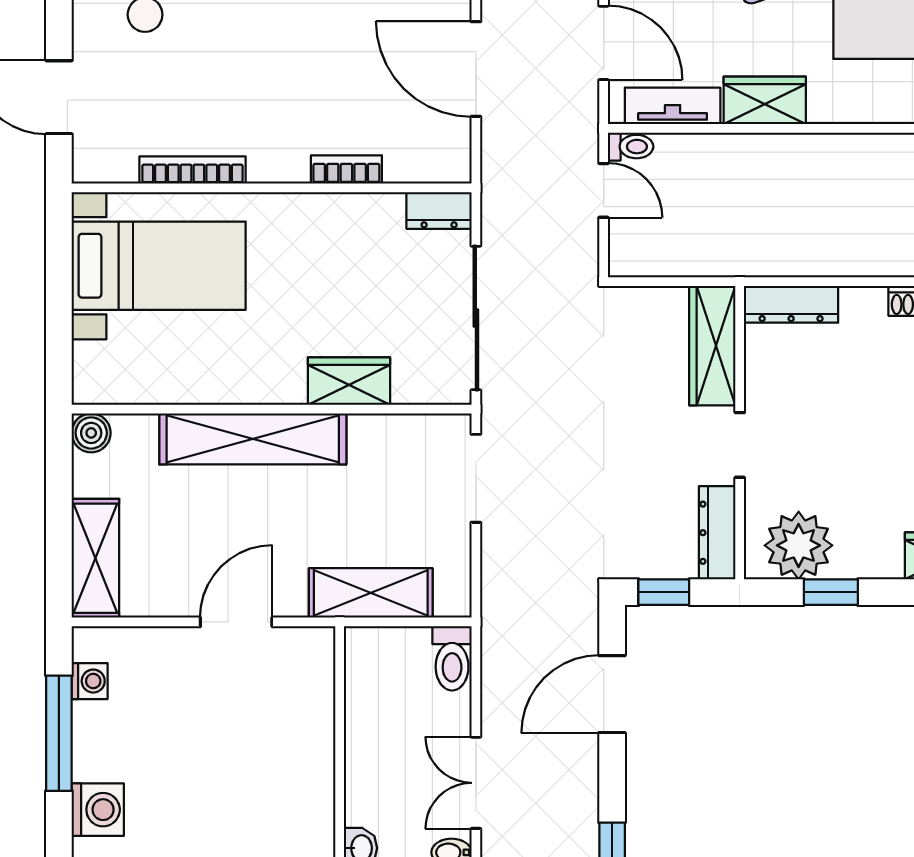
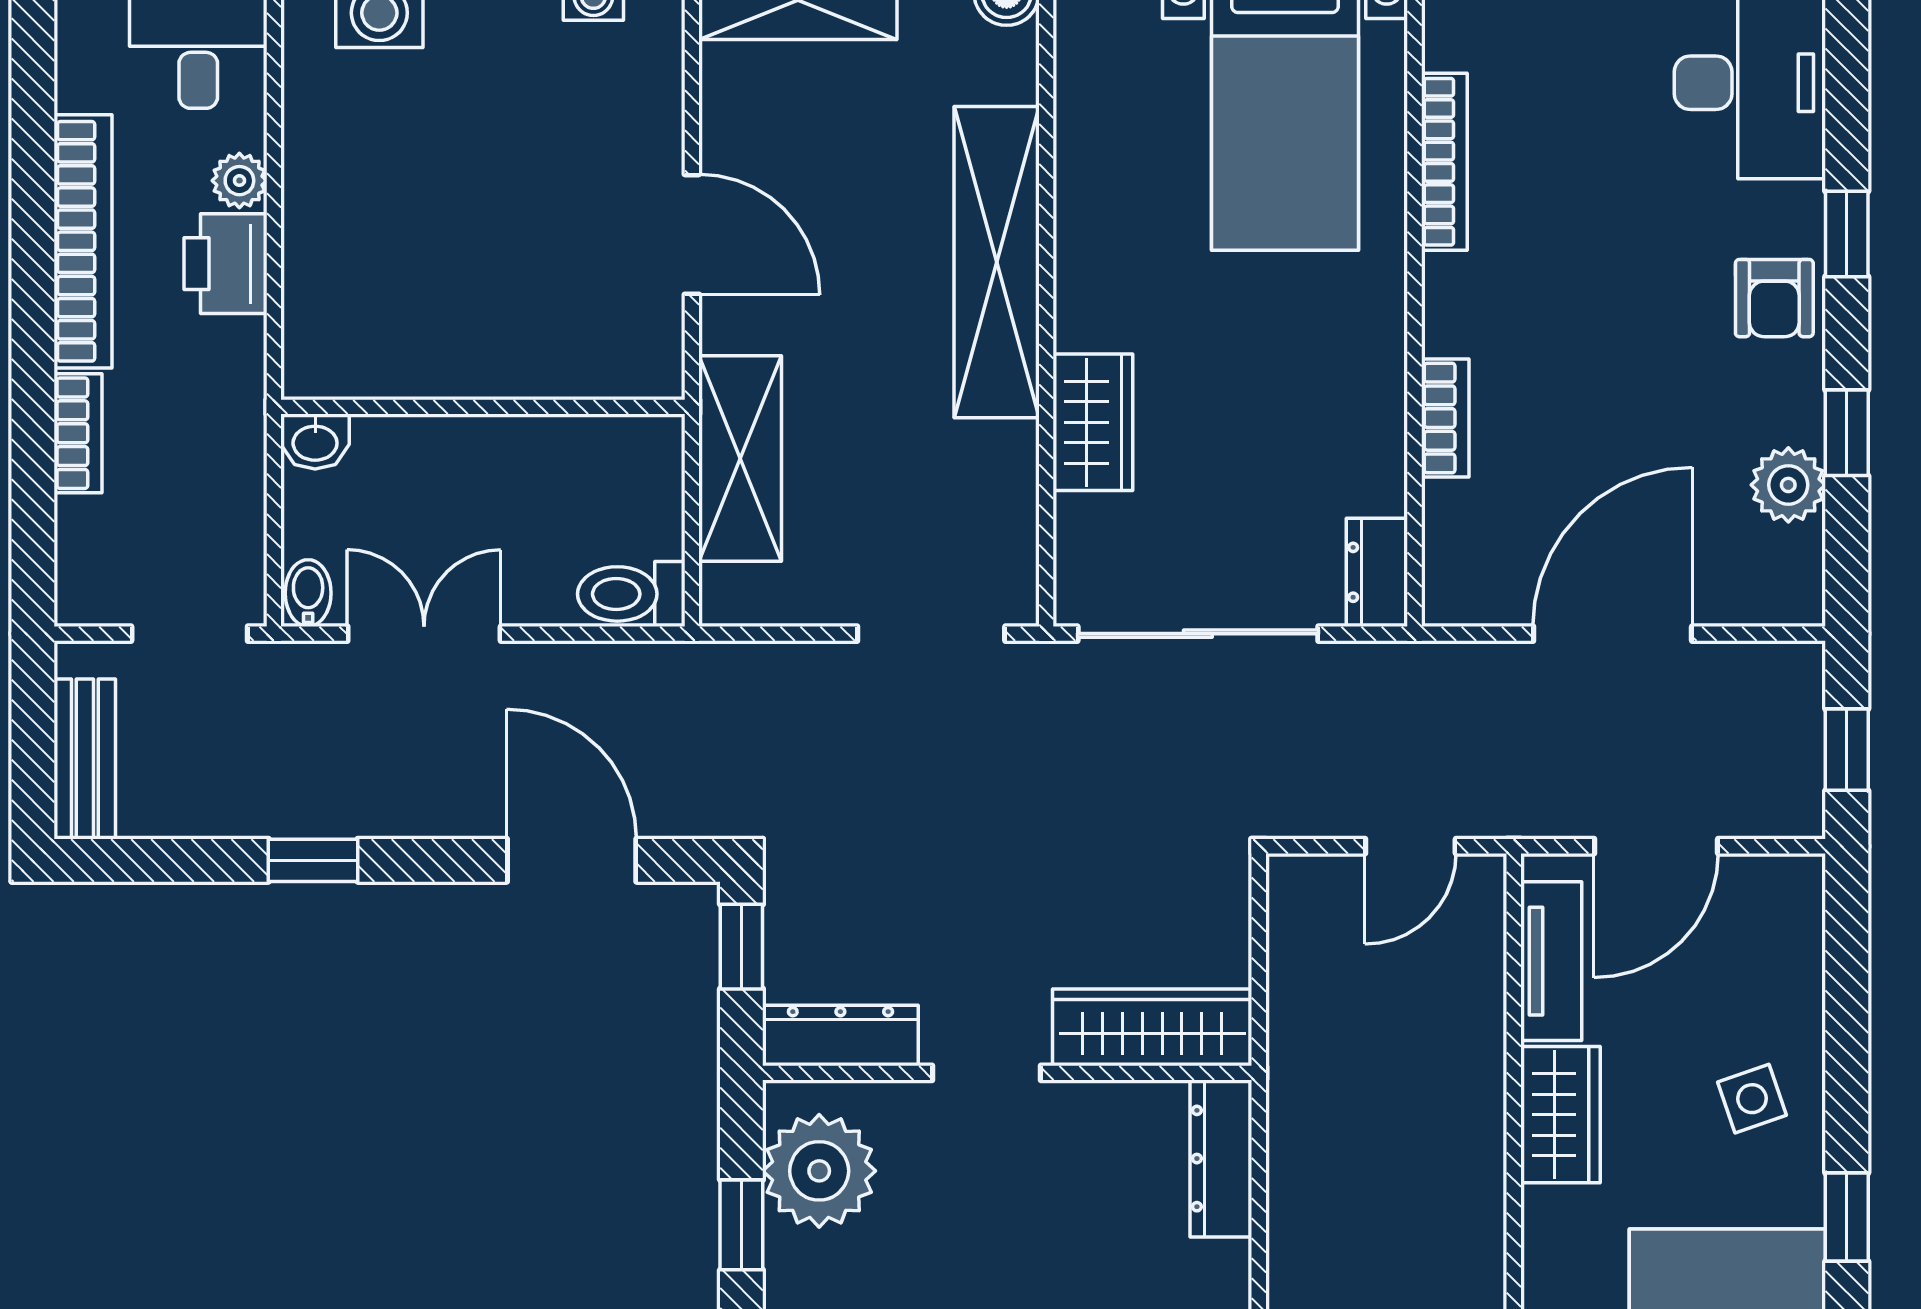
toilet: (631, 147) -> (1483, 891), removed

